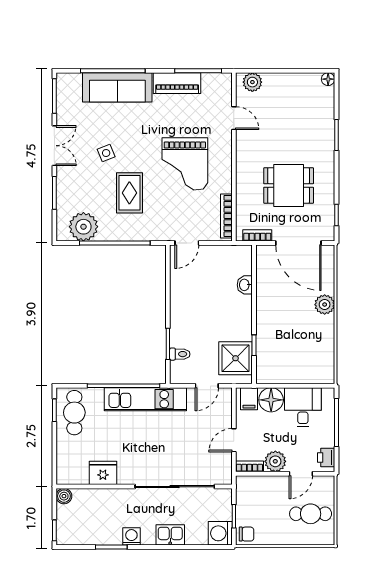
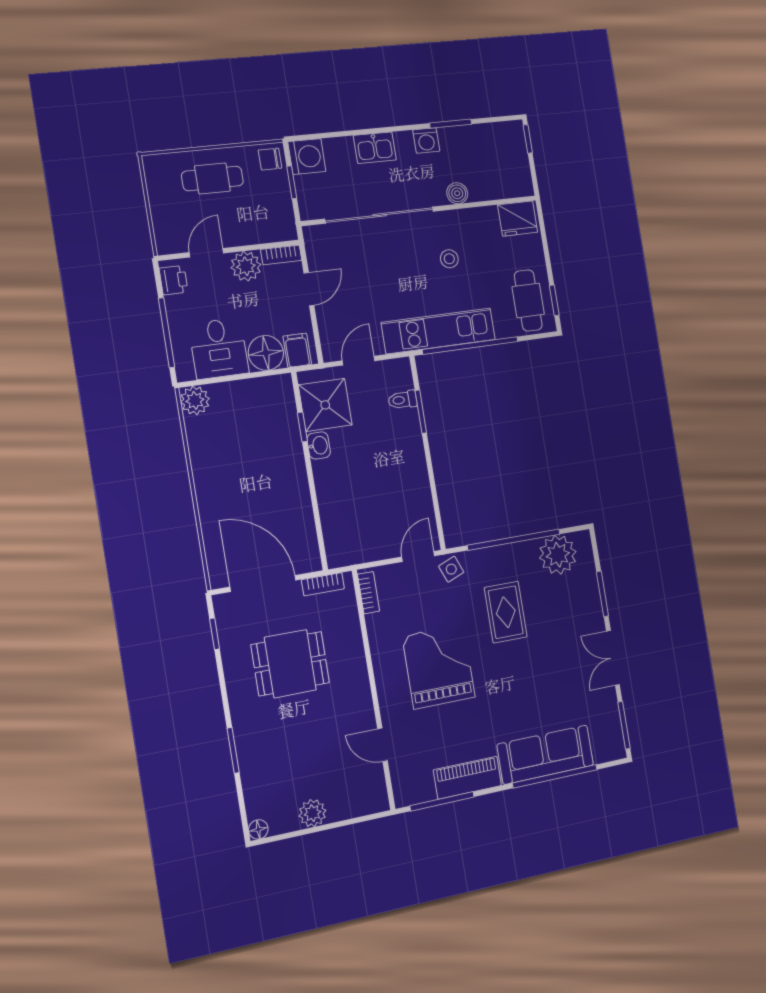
plant: (252, 82) -> (312, 813), moved
side table: (106, 153) -> (451, 569), moved
bookcase: (226, 216) -> (369, 593), width x0.64
washbasin: (245, 285) -> (319, 445), moved
plant: (325, 305) -> (195, 400), moved
stool: (129, 450) -> (449, 259), added
fridge: (103, 473) -> (518, 219), moved
boiler: (64, 496) -> (457, 193), moved
cafe table: (311, 514) -> (212, 179), moved

